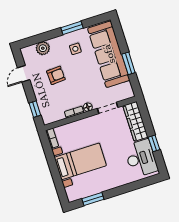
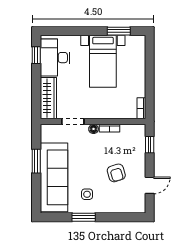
plant: (43, 48) -> (121, 206), removed
armchair: (56, 75) -> (116, 173), turned -104
window: (154, 143) -> (36, 55), moved
bed with nightstands: (80, 161) -> (103, 61), moved, turned -90

